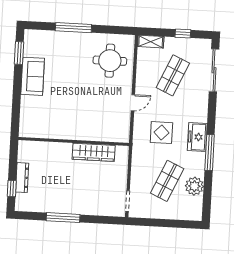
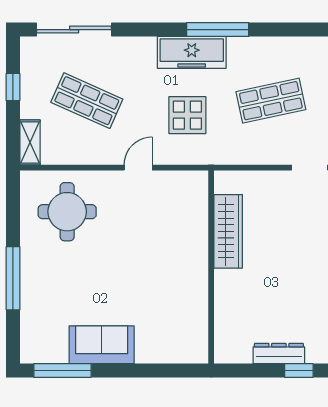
window: (19, 53) -> (62, 370), width x1.44
door: (133, 103) -> (138, 168), hinge flipped
freezer: (197, 137) -> (192, 52), width x1.40
shop shelf: (167, 181) -> (271, 101), turned -36
plant: (194, 186) -> (278, 53), removed

